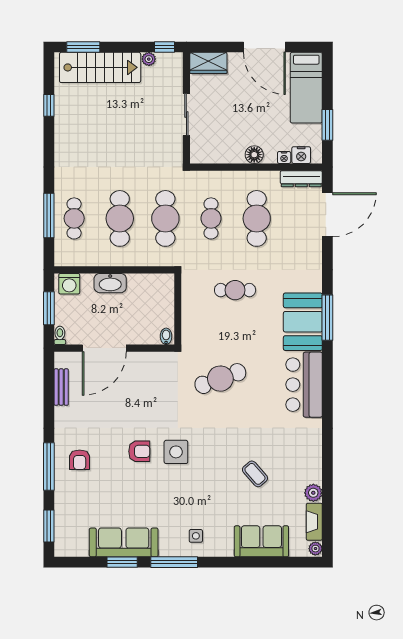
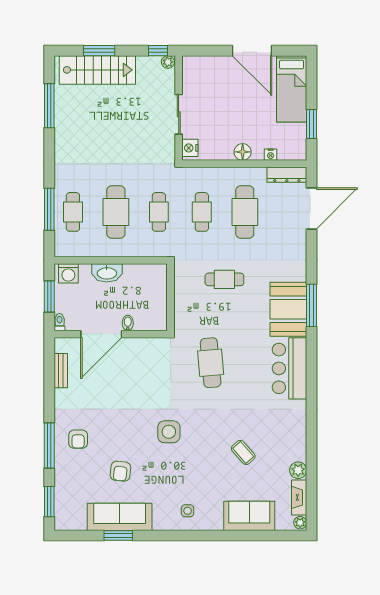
window: (83, 47) -> (99, 51), moved
plant: (149, 59) -> (168, 62), moved
wardrobe: (208, 63) -> (199, 66), removed
window: (49, 105) -> (49, 106), width x2.17
nightstand: (301, 155) -> (190, 148), moved, turned 90
cafe table: (165, 218) -> (159, 212), width x0.73, depth x0.74
bidet: (166, 336) -> (128, 323), moved
cafe table: (220, 379) -> (211, 363), turned -75
armchair: (139, 451) -> (120, 471), moved, turned 96
window: (174, 562) -> (167, 536), removed

